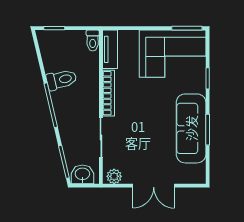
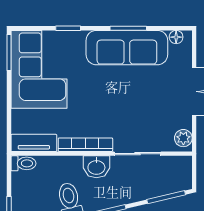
floor lamp: (200, 170) -> (176, 37), added
washbasin: (82, 174) -> (96, 167), moved, turned -90

